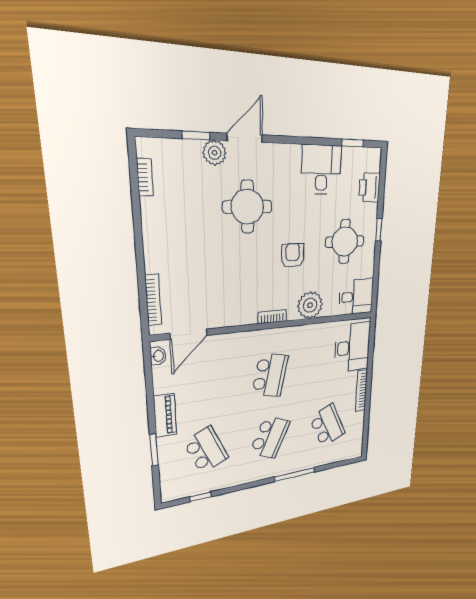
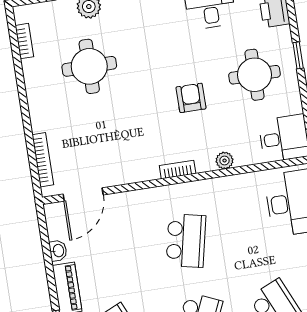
round table: (247, 207) -> (89, 66), moved
plant: (310, 305) -> (225, 161), width x0.53, depth x0.53
washbasin: (158, 356) -> (58, 251), moved

